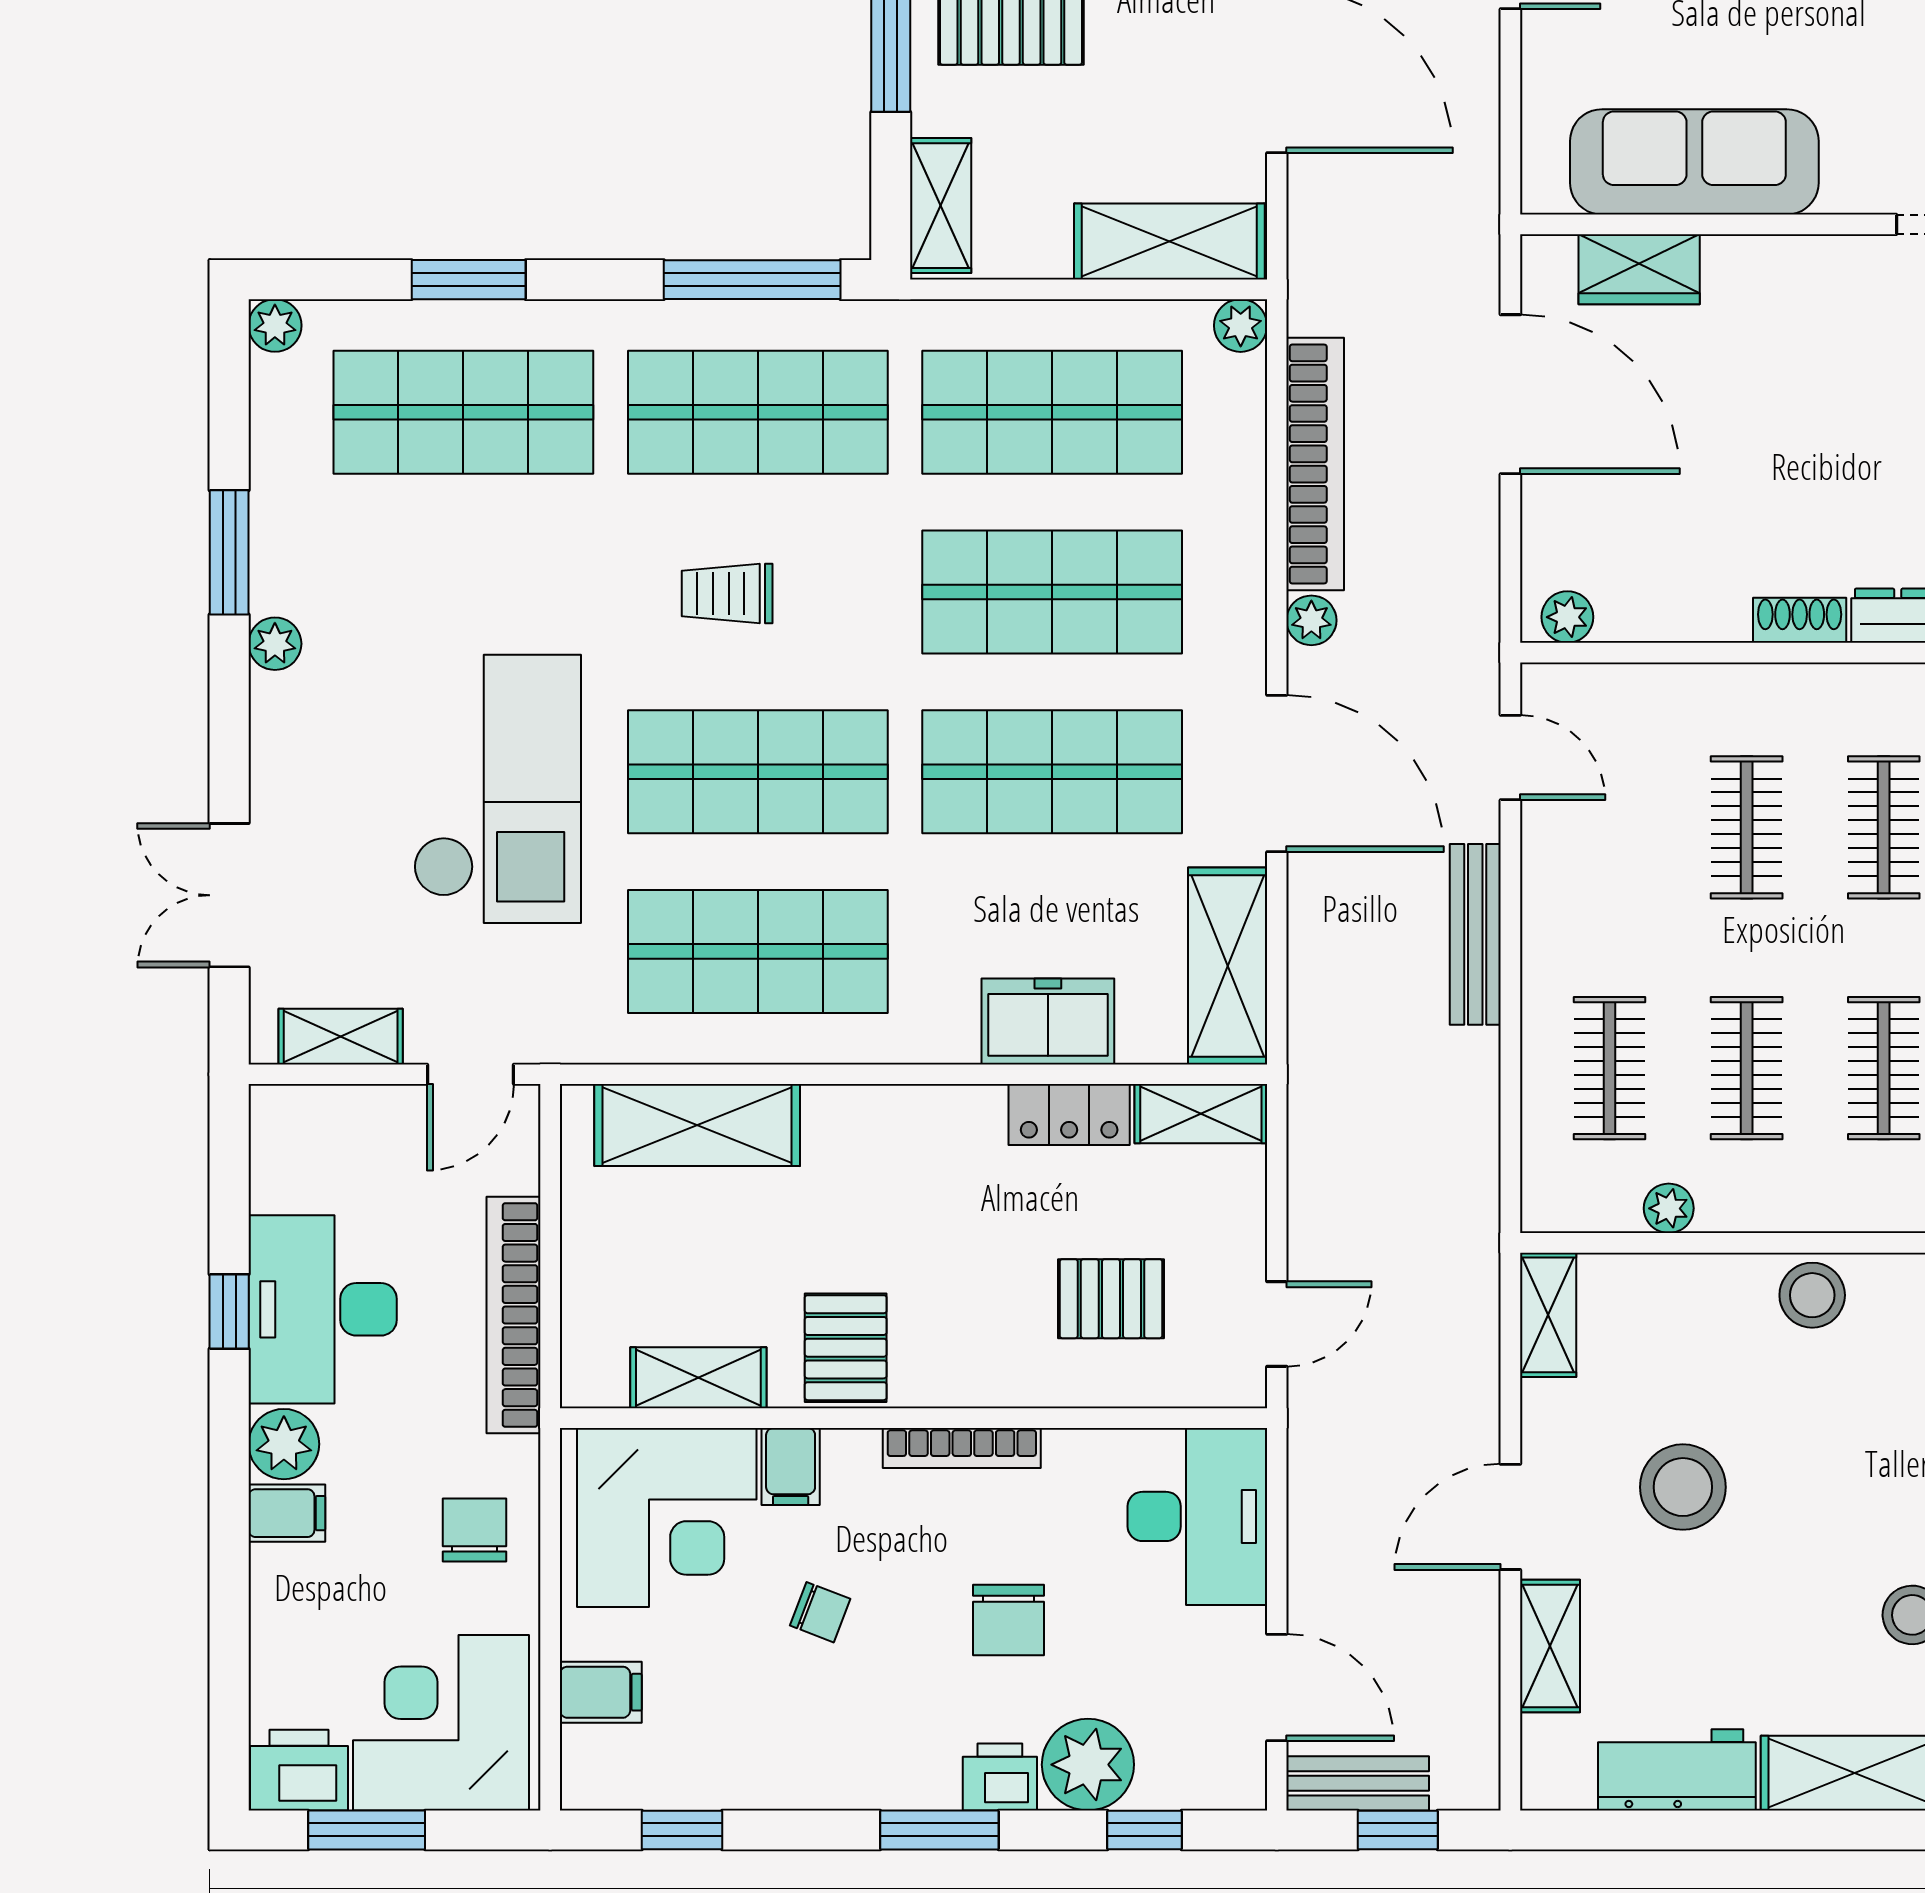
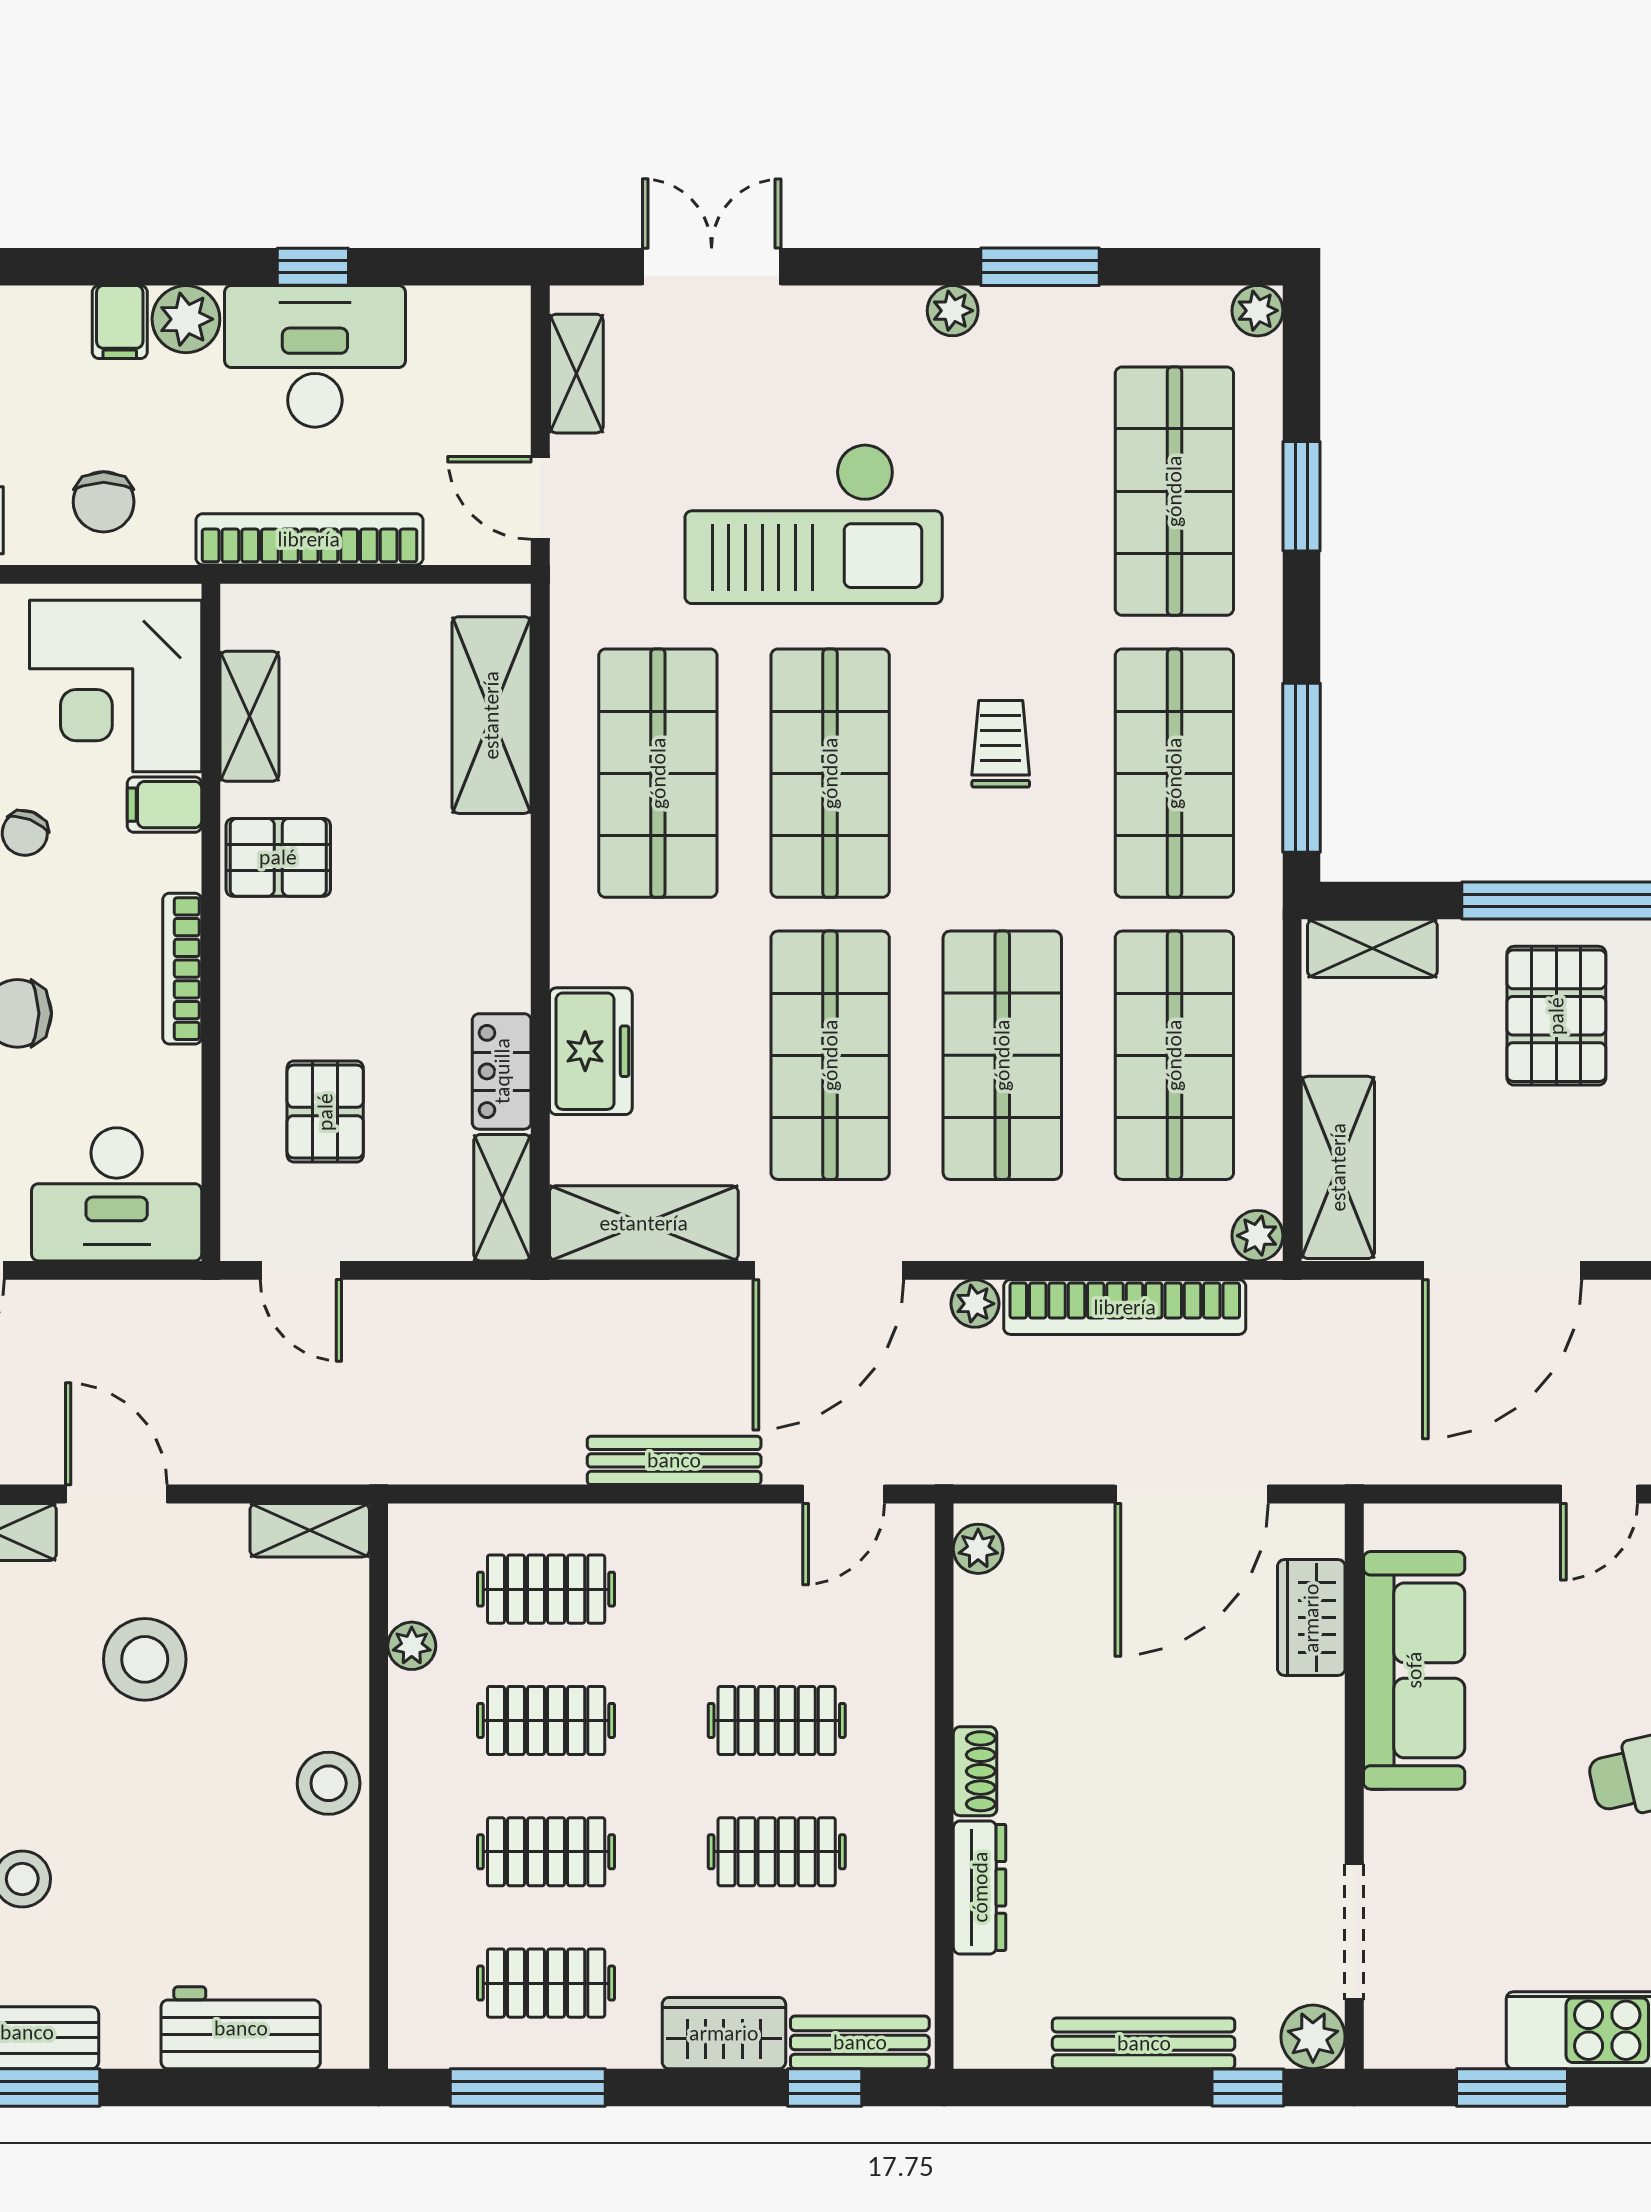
chair: (474, 1530) -> (104, 502), turned 90

